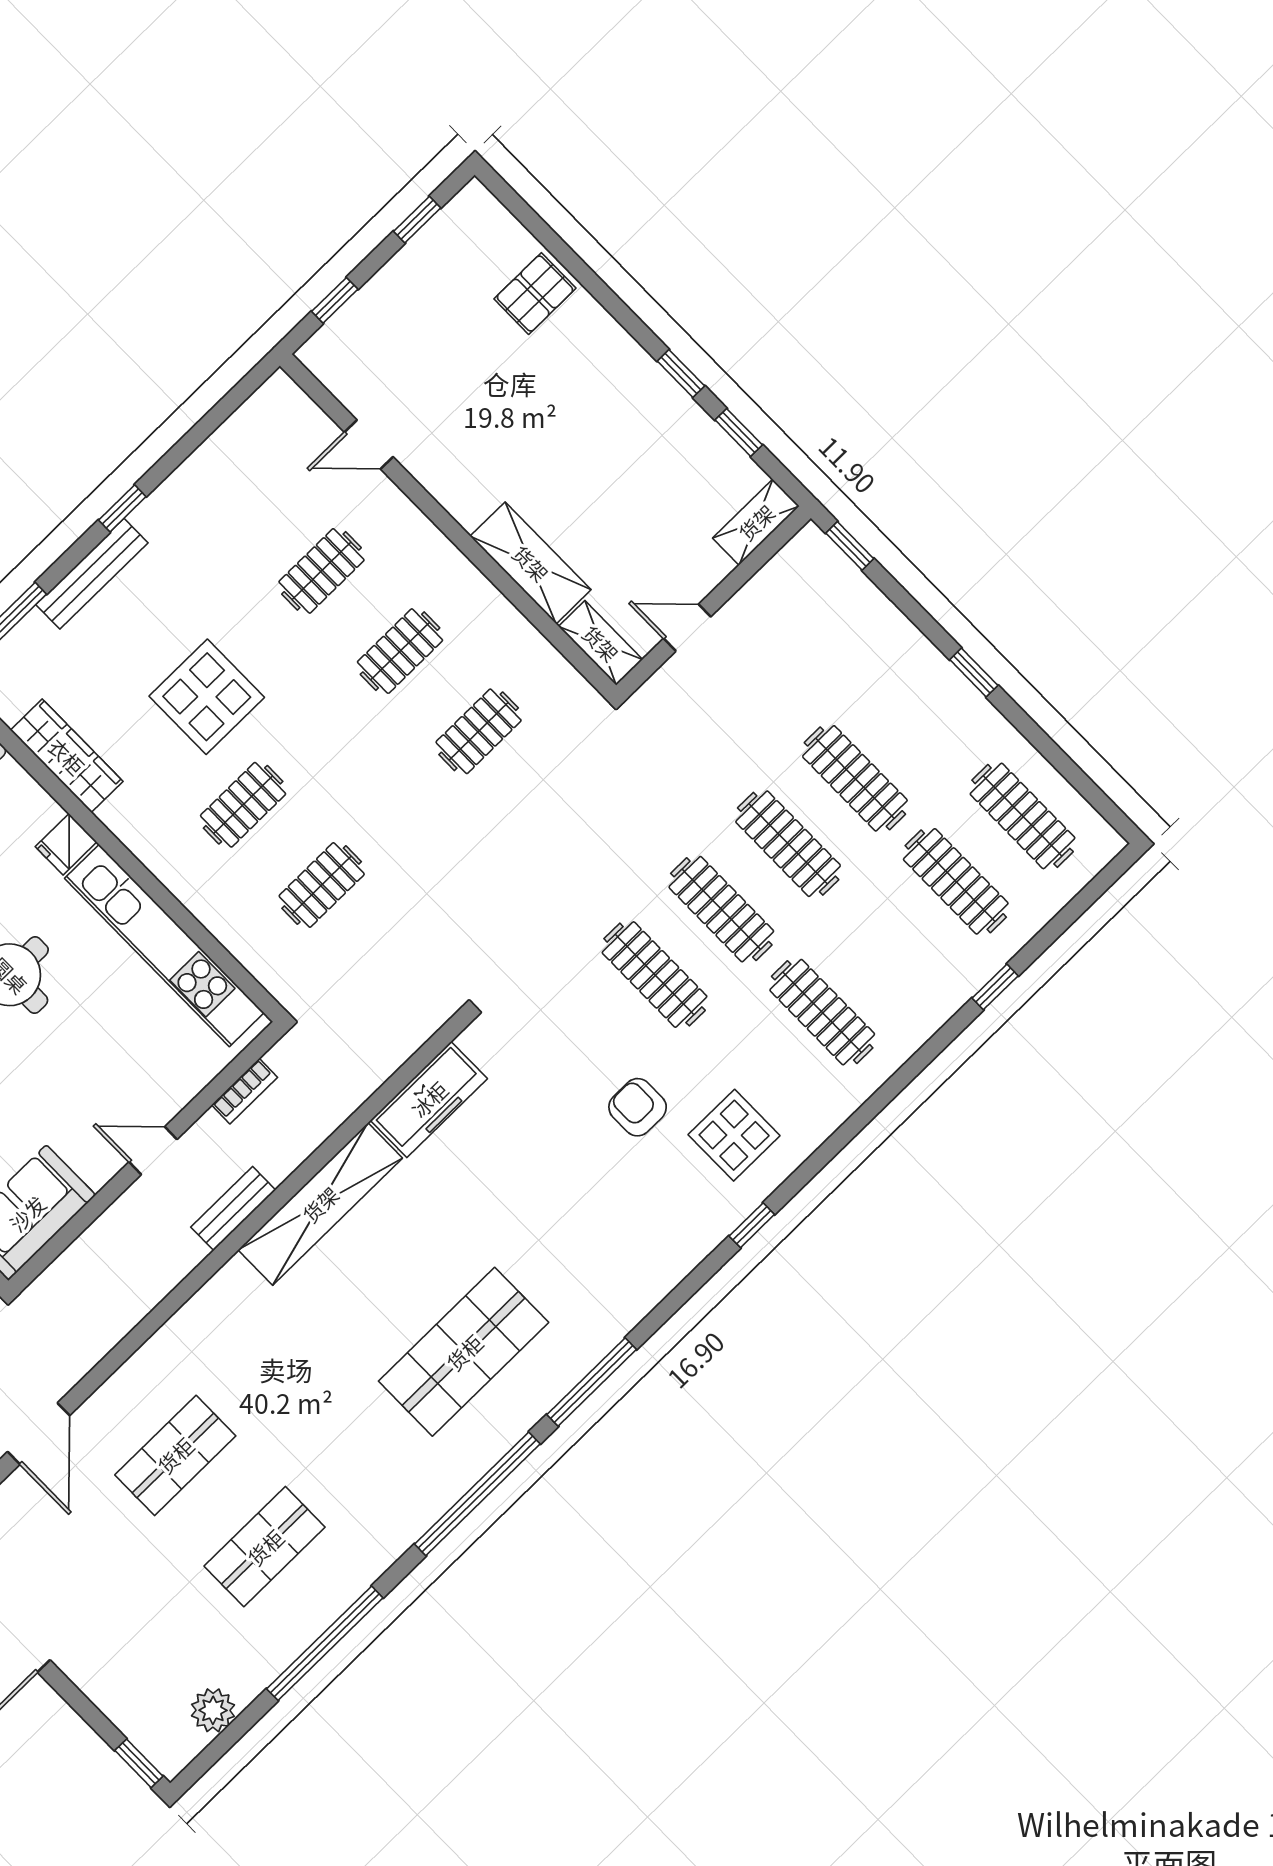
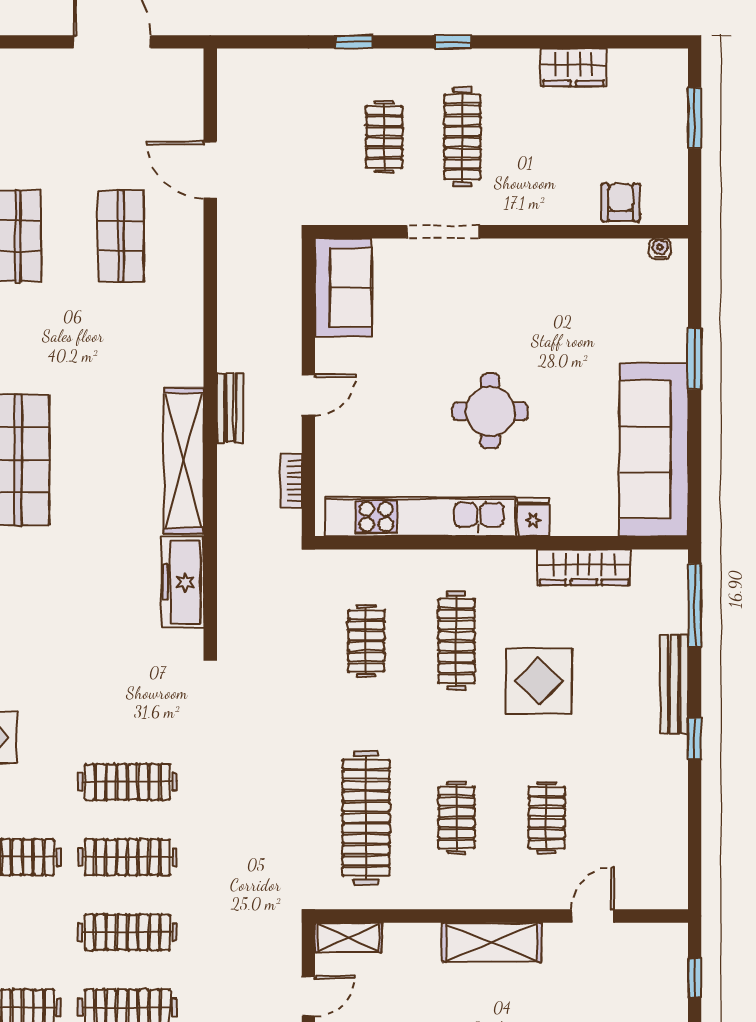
shelving: (531, 563) -> (492, 942), moved
clothes rail: (479, 731) -> (366, 818), width x1.86, depth x1.31
clothes rail: (243, 805) -> (456, 641), width x1.36
armchair: (638, 1107) -> (61, 698), removed

